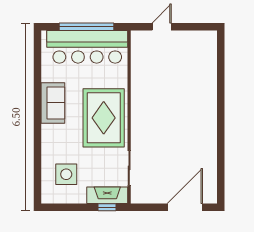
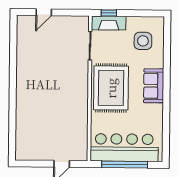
sofa: (53, 103) -> (154, 86), moved
door: (185, 207) -> (44, 12), width x0.53

